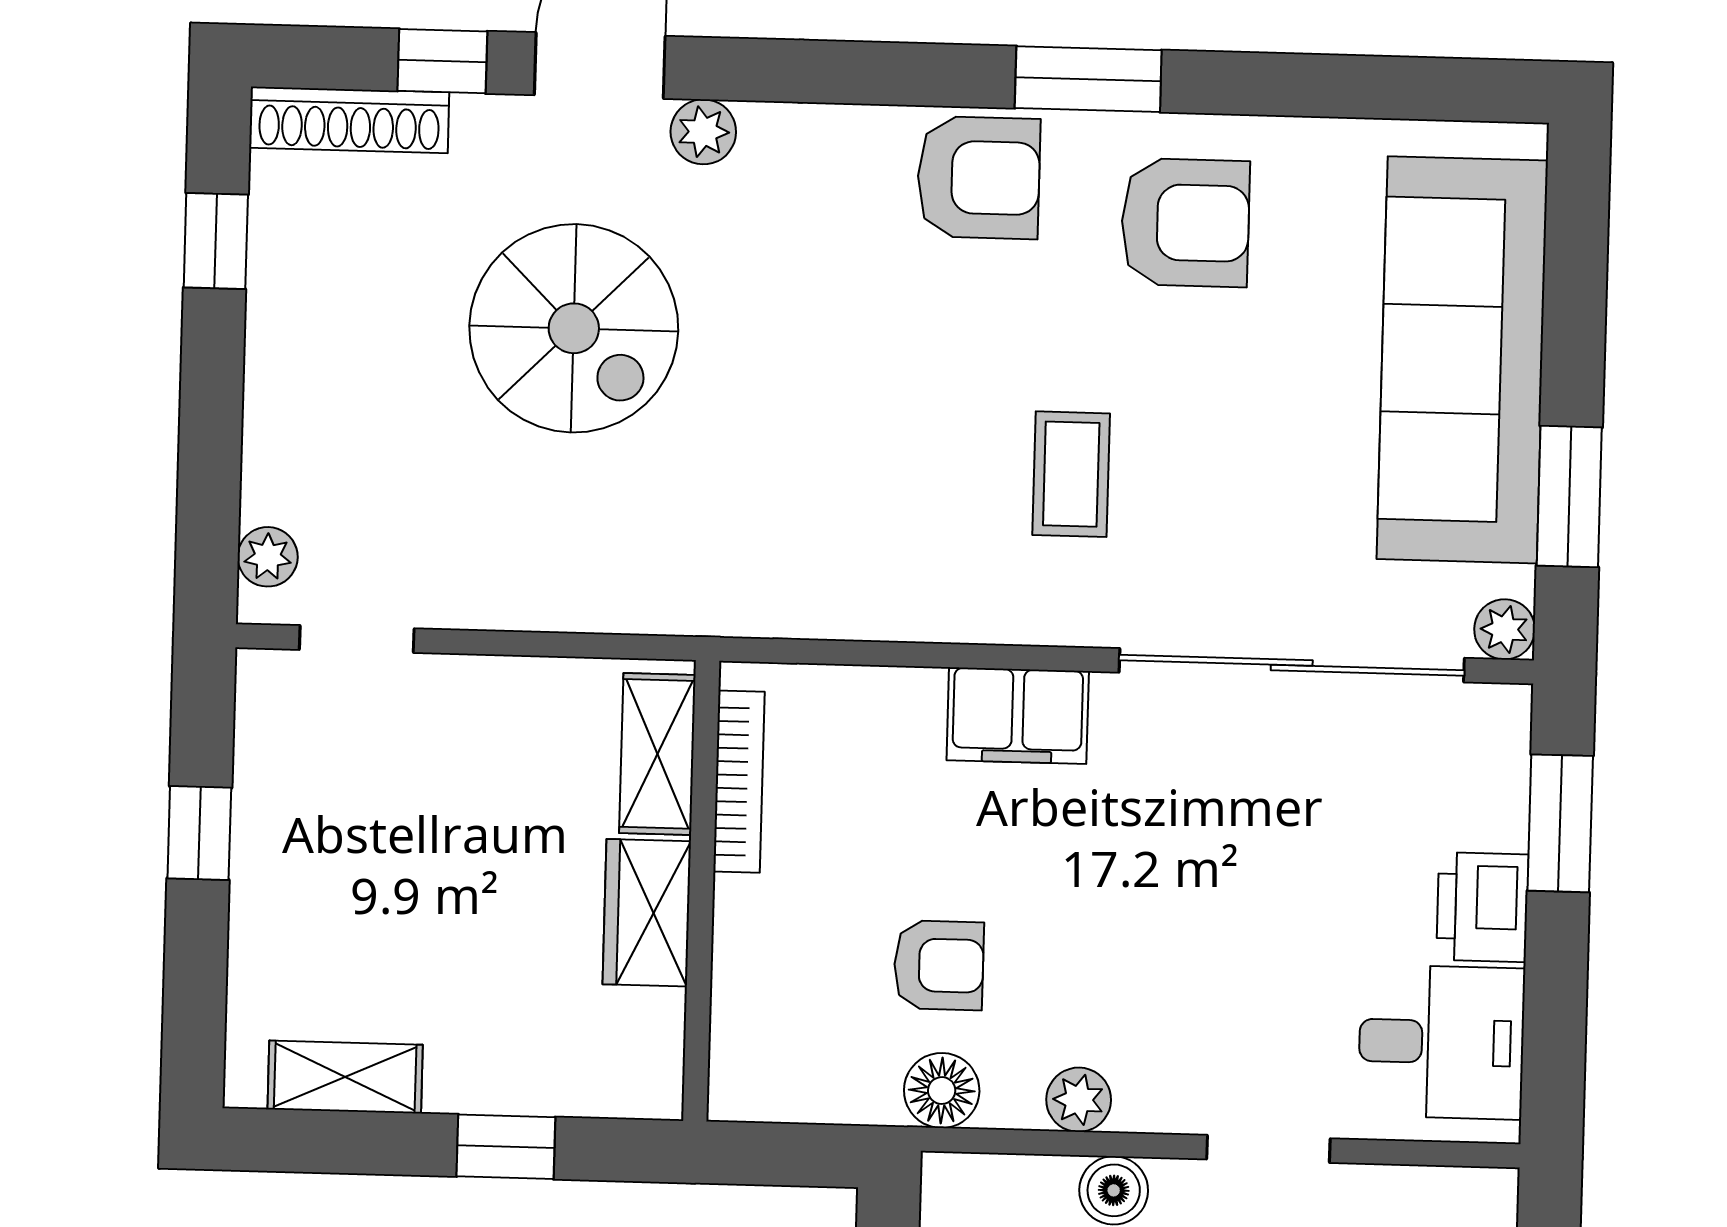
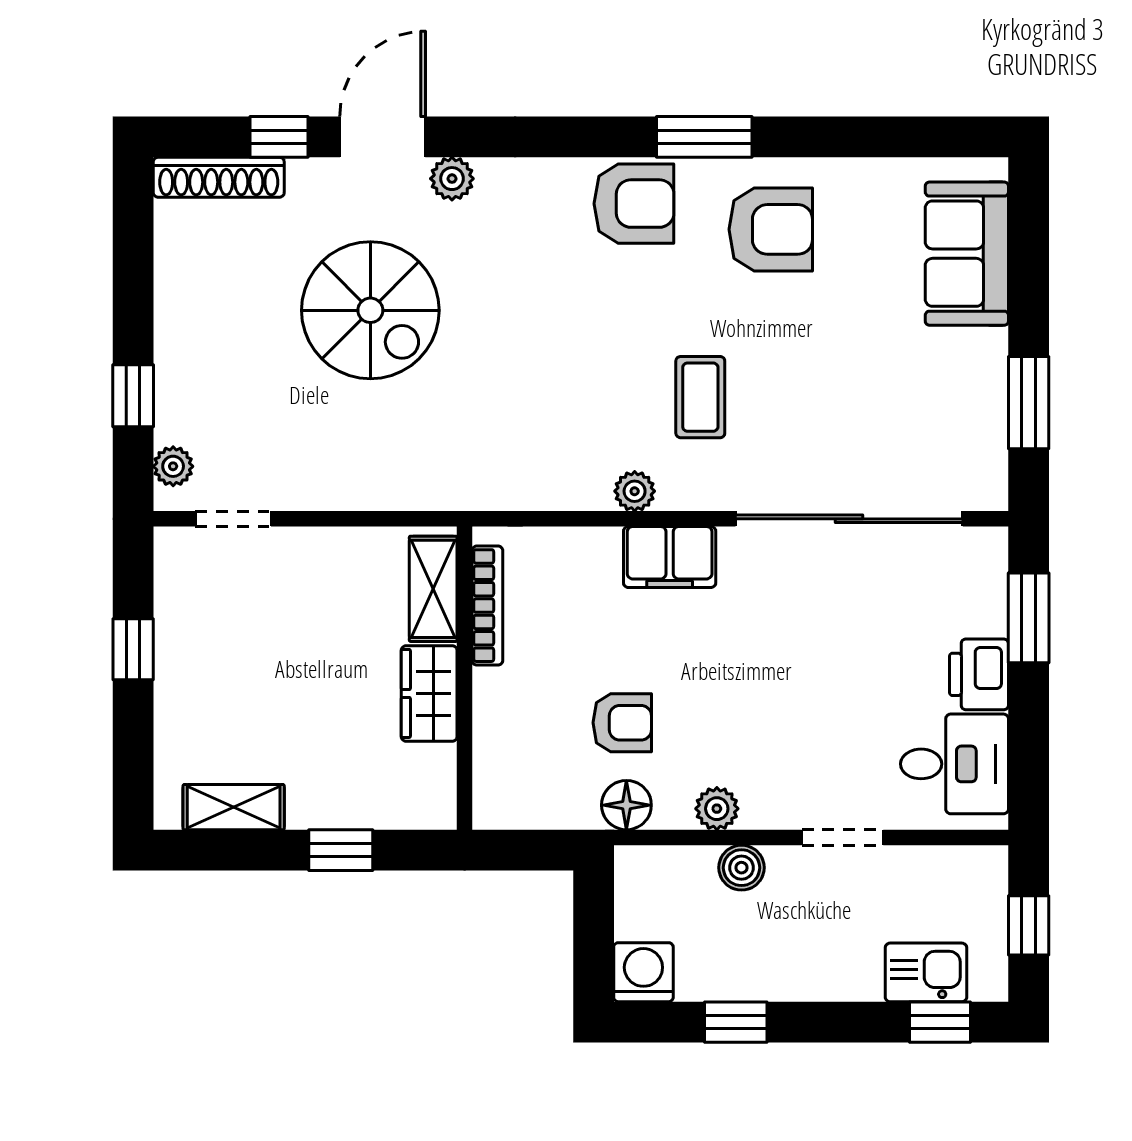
window: (216, 241) -> (133, 396), moved
sofa: (1462, 360) -> (967, 254), width x0.54, depth x0.79
plant: (1505, 629) -> (635, 491), moved

